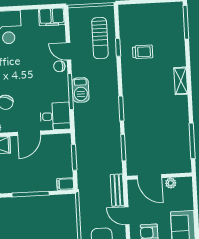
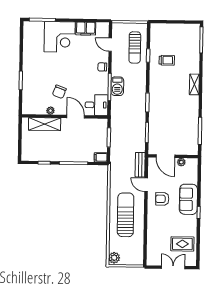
filing cabinet: (52, 17) -> (86, 29), moved
door: (68, 51) -> (110, 45), moved
door: (29, 133) -> (76, 117), swing flipped

